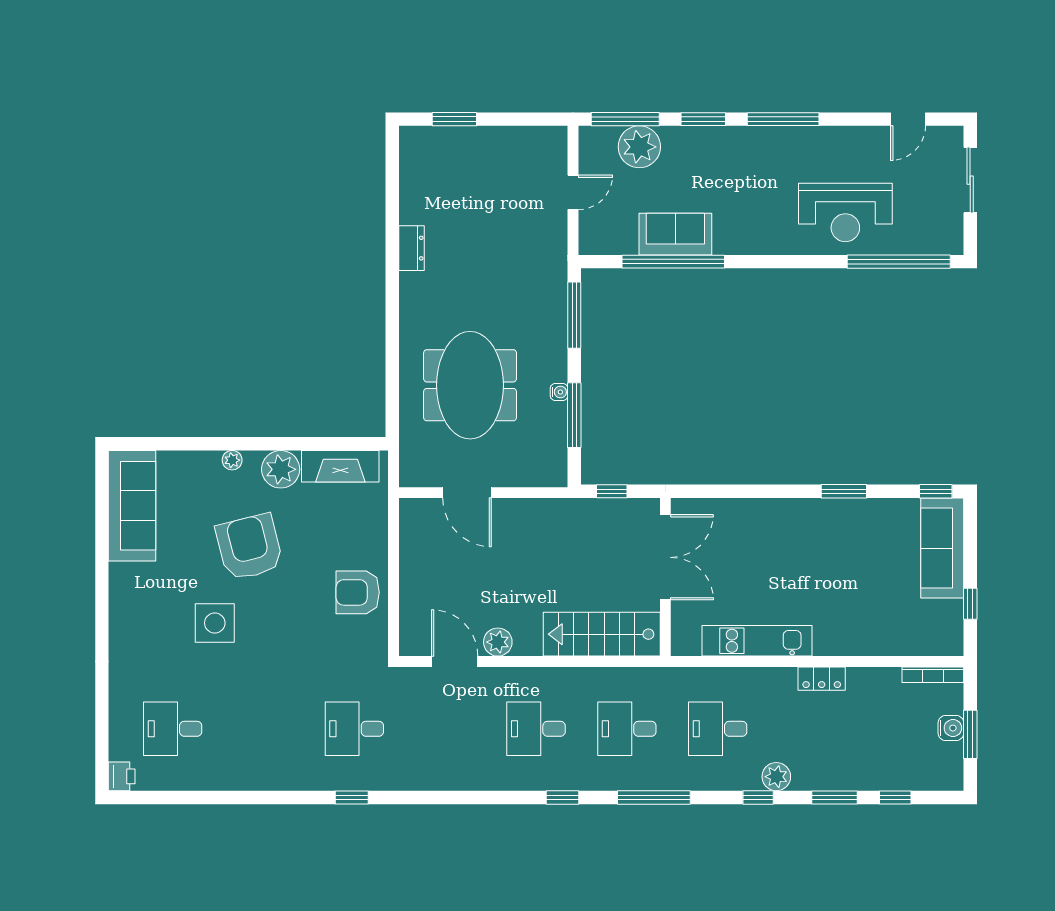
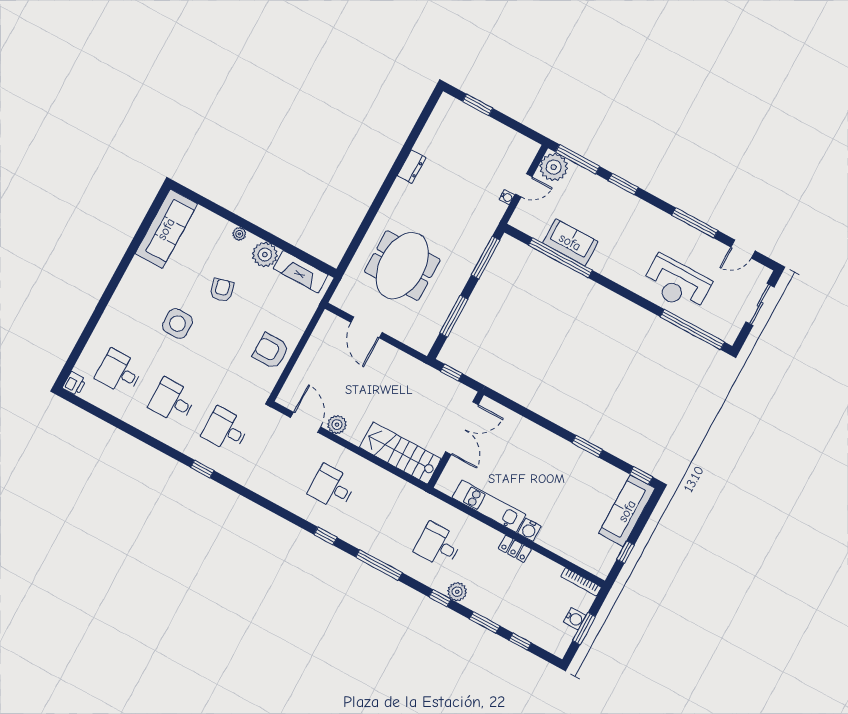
window: (783, 119) -> (695, 223), moved
plant: (639, 147) -> (554, 167), moved
water cooler: (559, 392) -> (507, 197), moved
armchair: (249, 547) -> (222, 290), width x0.53, depth x0.53
water cooler: (827, 643) -> (529, 530), added
desk: (627, 729) -> (172, 401), moved

